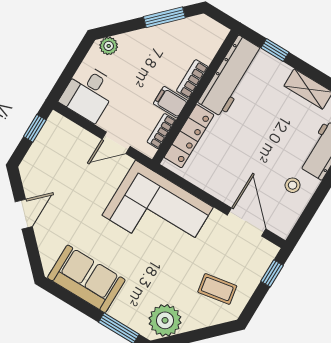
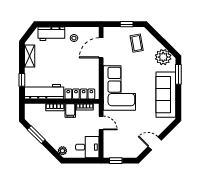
window: (272, 273) -> (127, 24), moved
sofa: (86, 279) -> (166, 95), width x1.36

